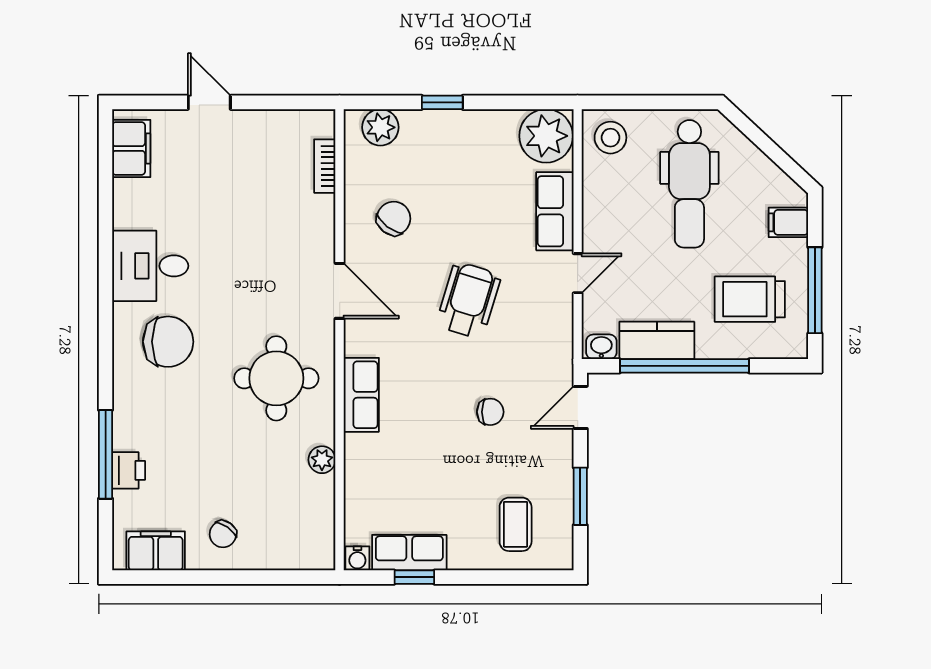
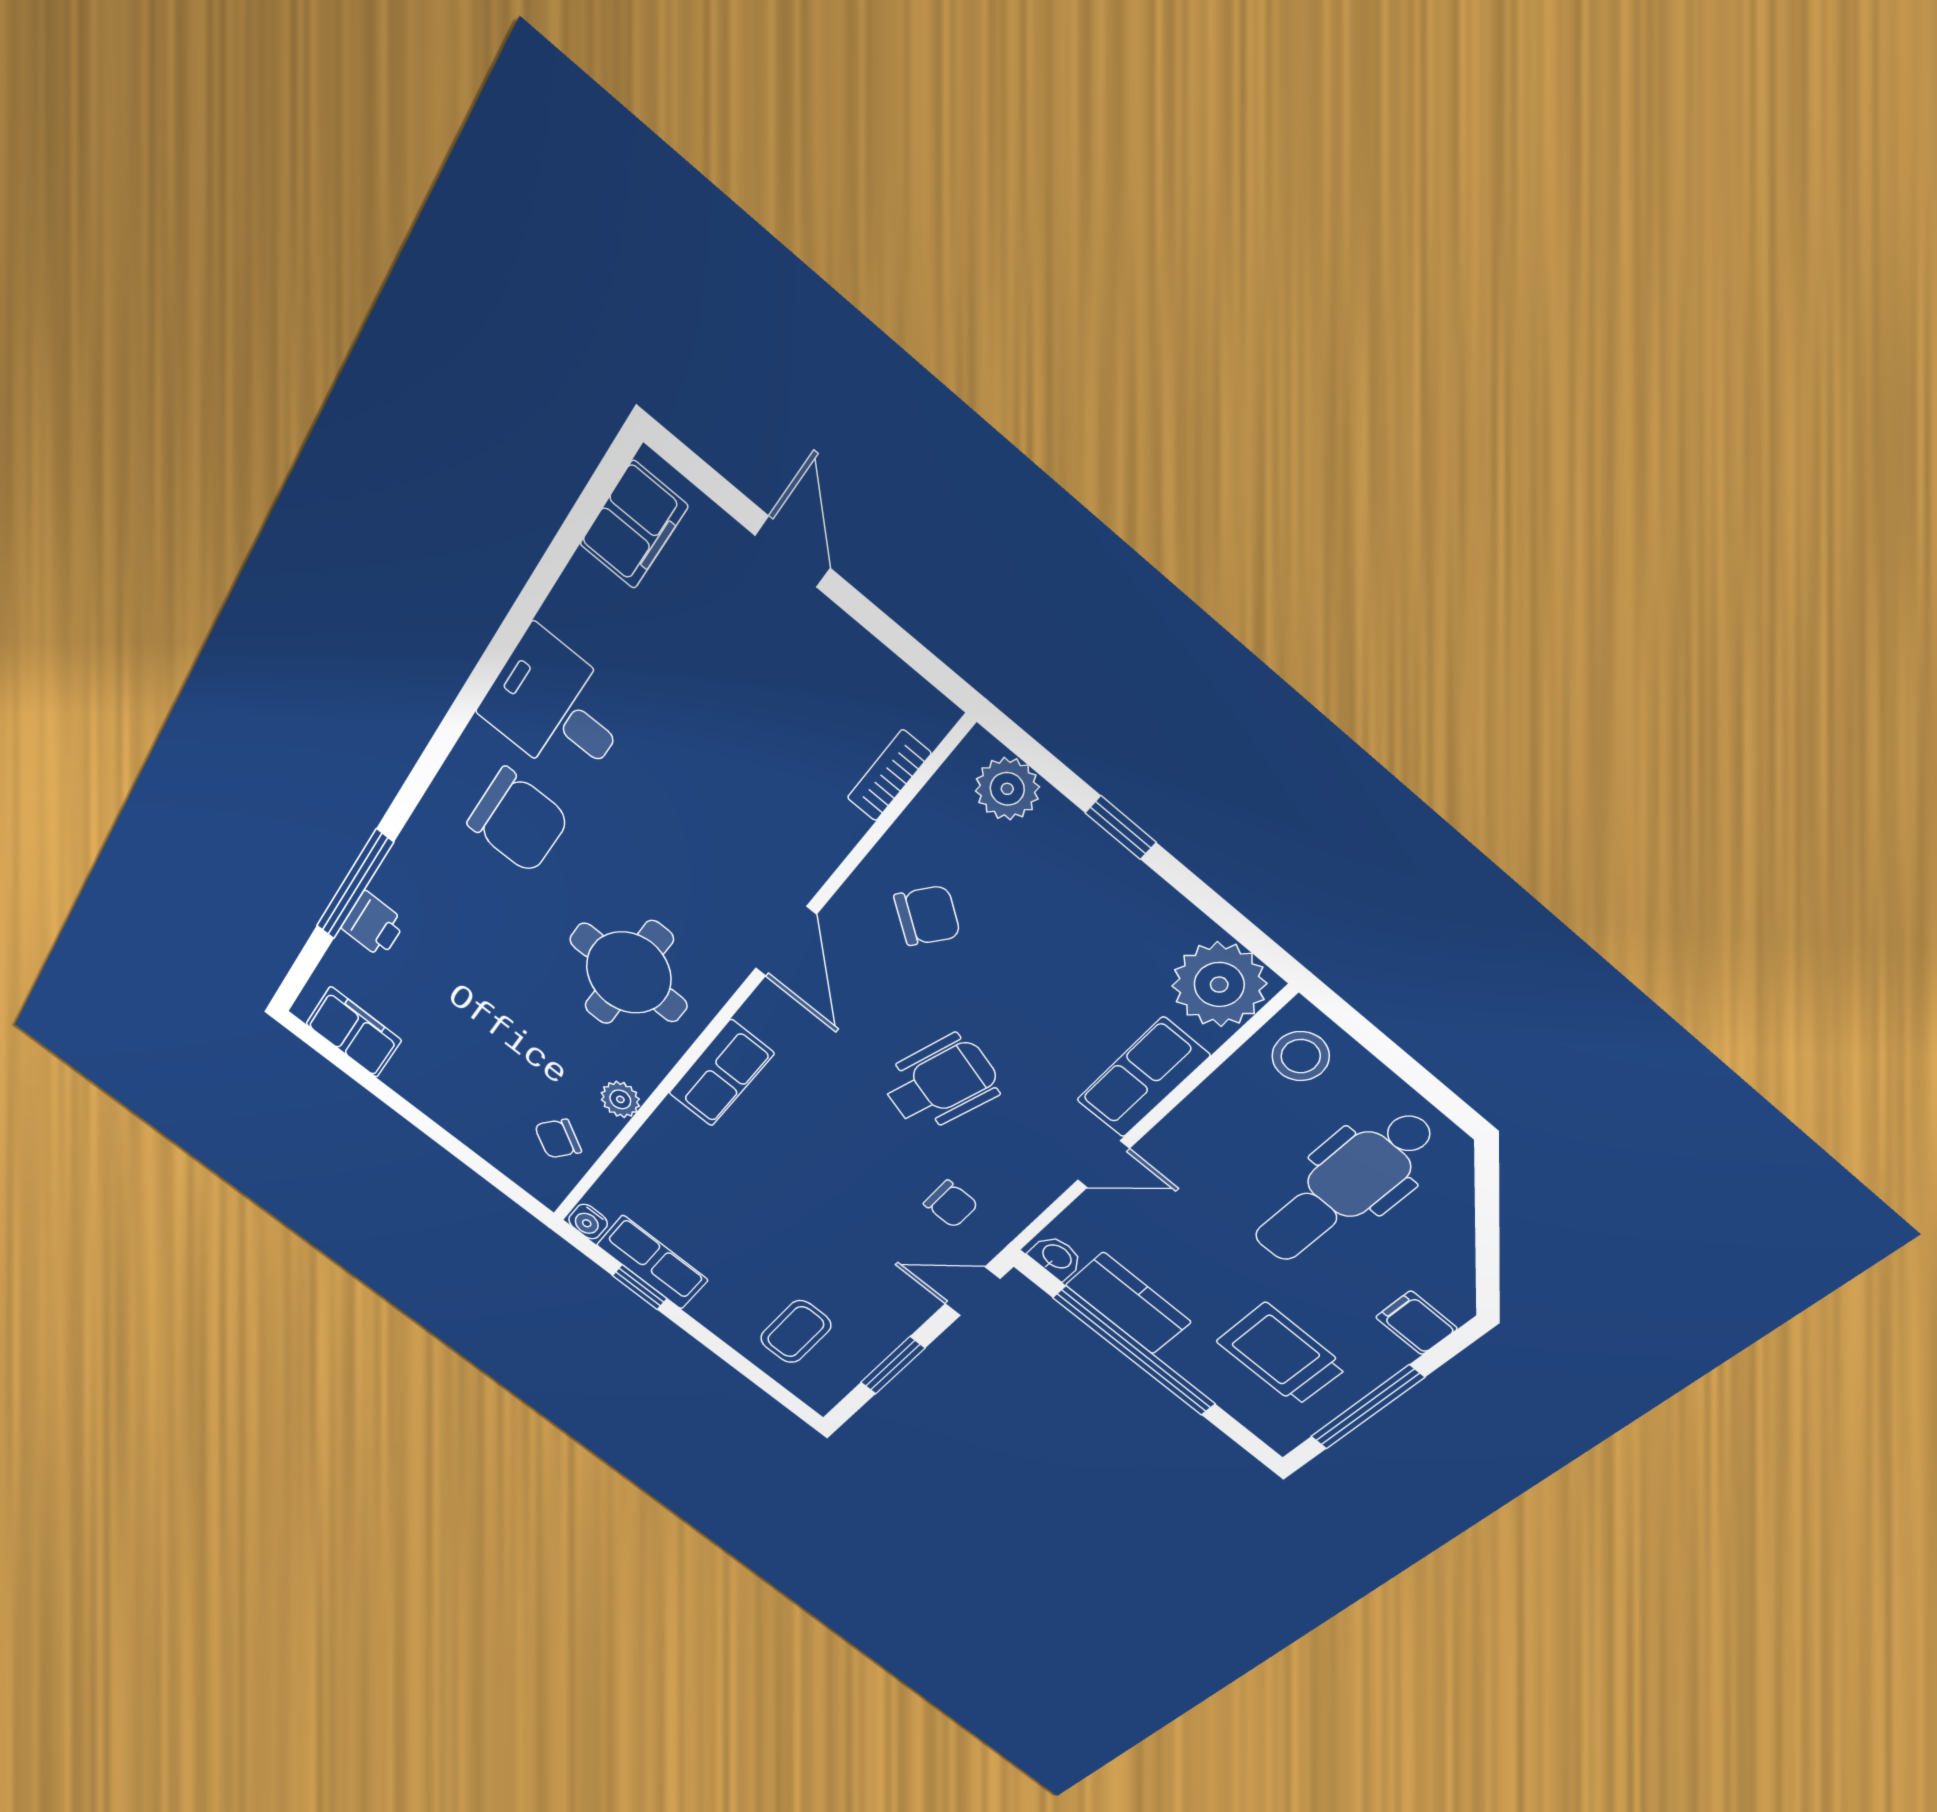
chair: (490, 412) -> (951, 1204), moved
chair: (223, 534) -> (558, 1139), moved

